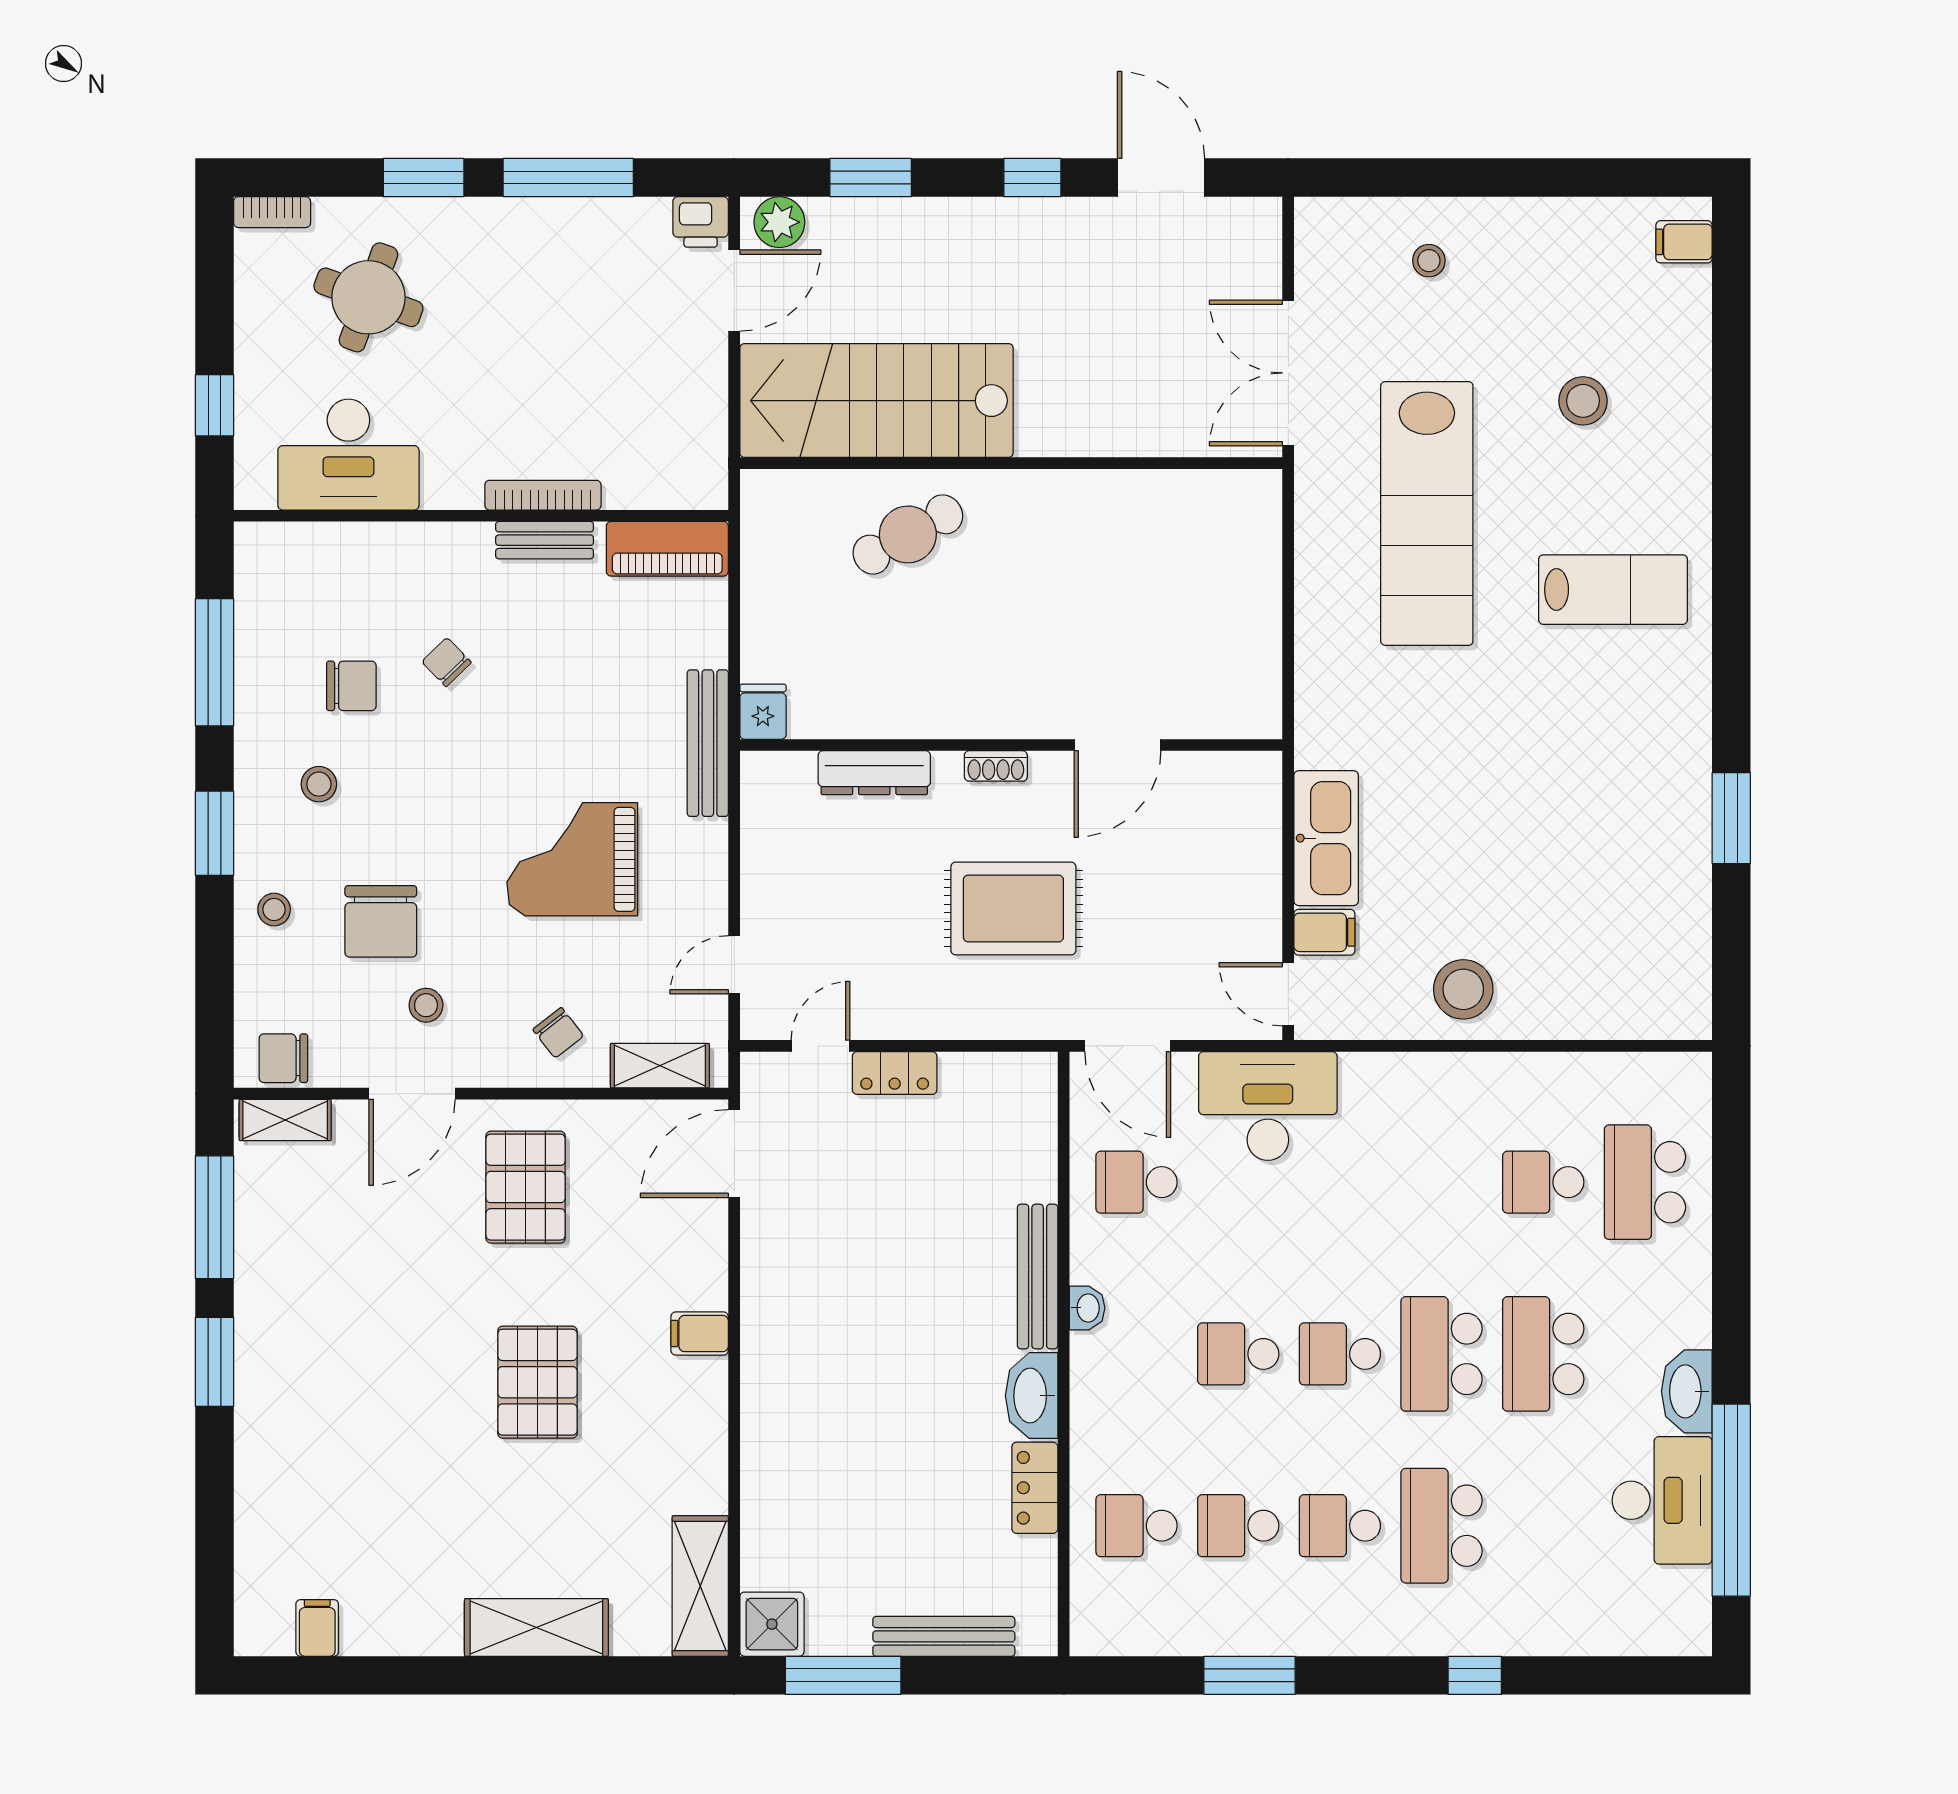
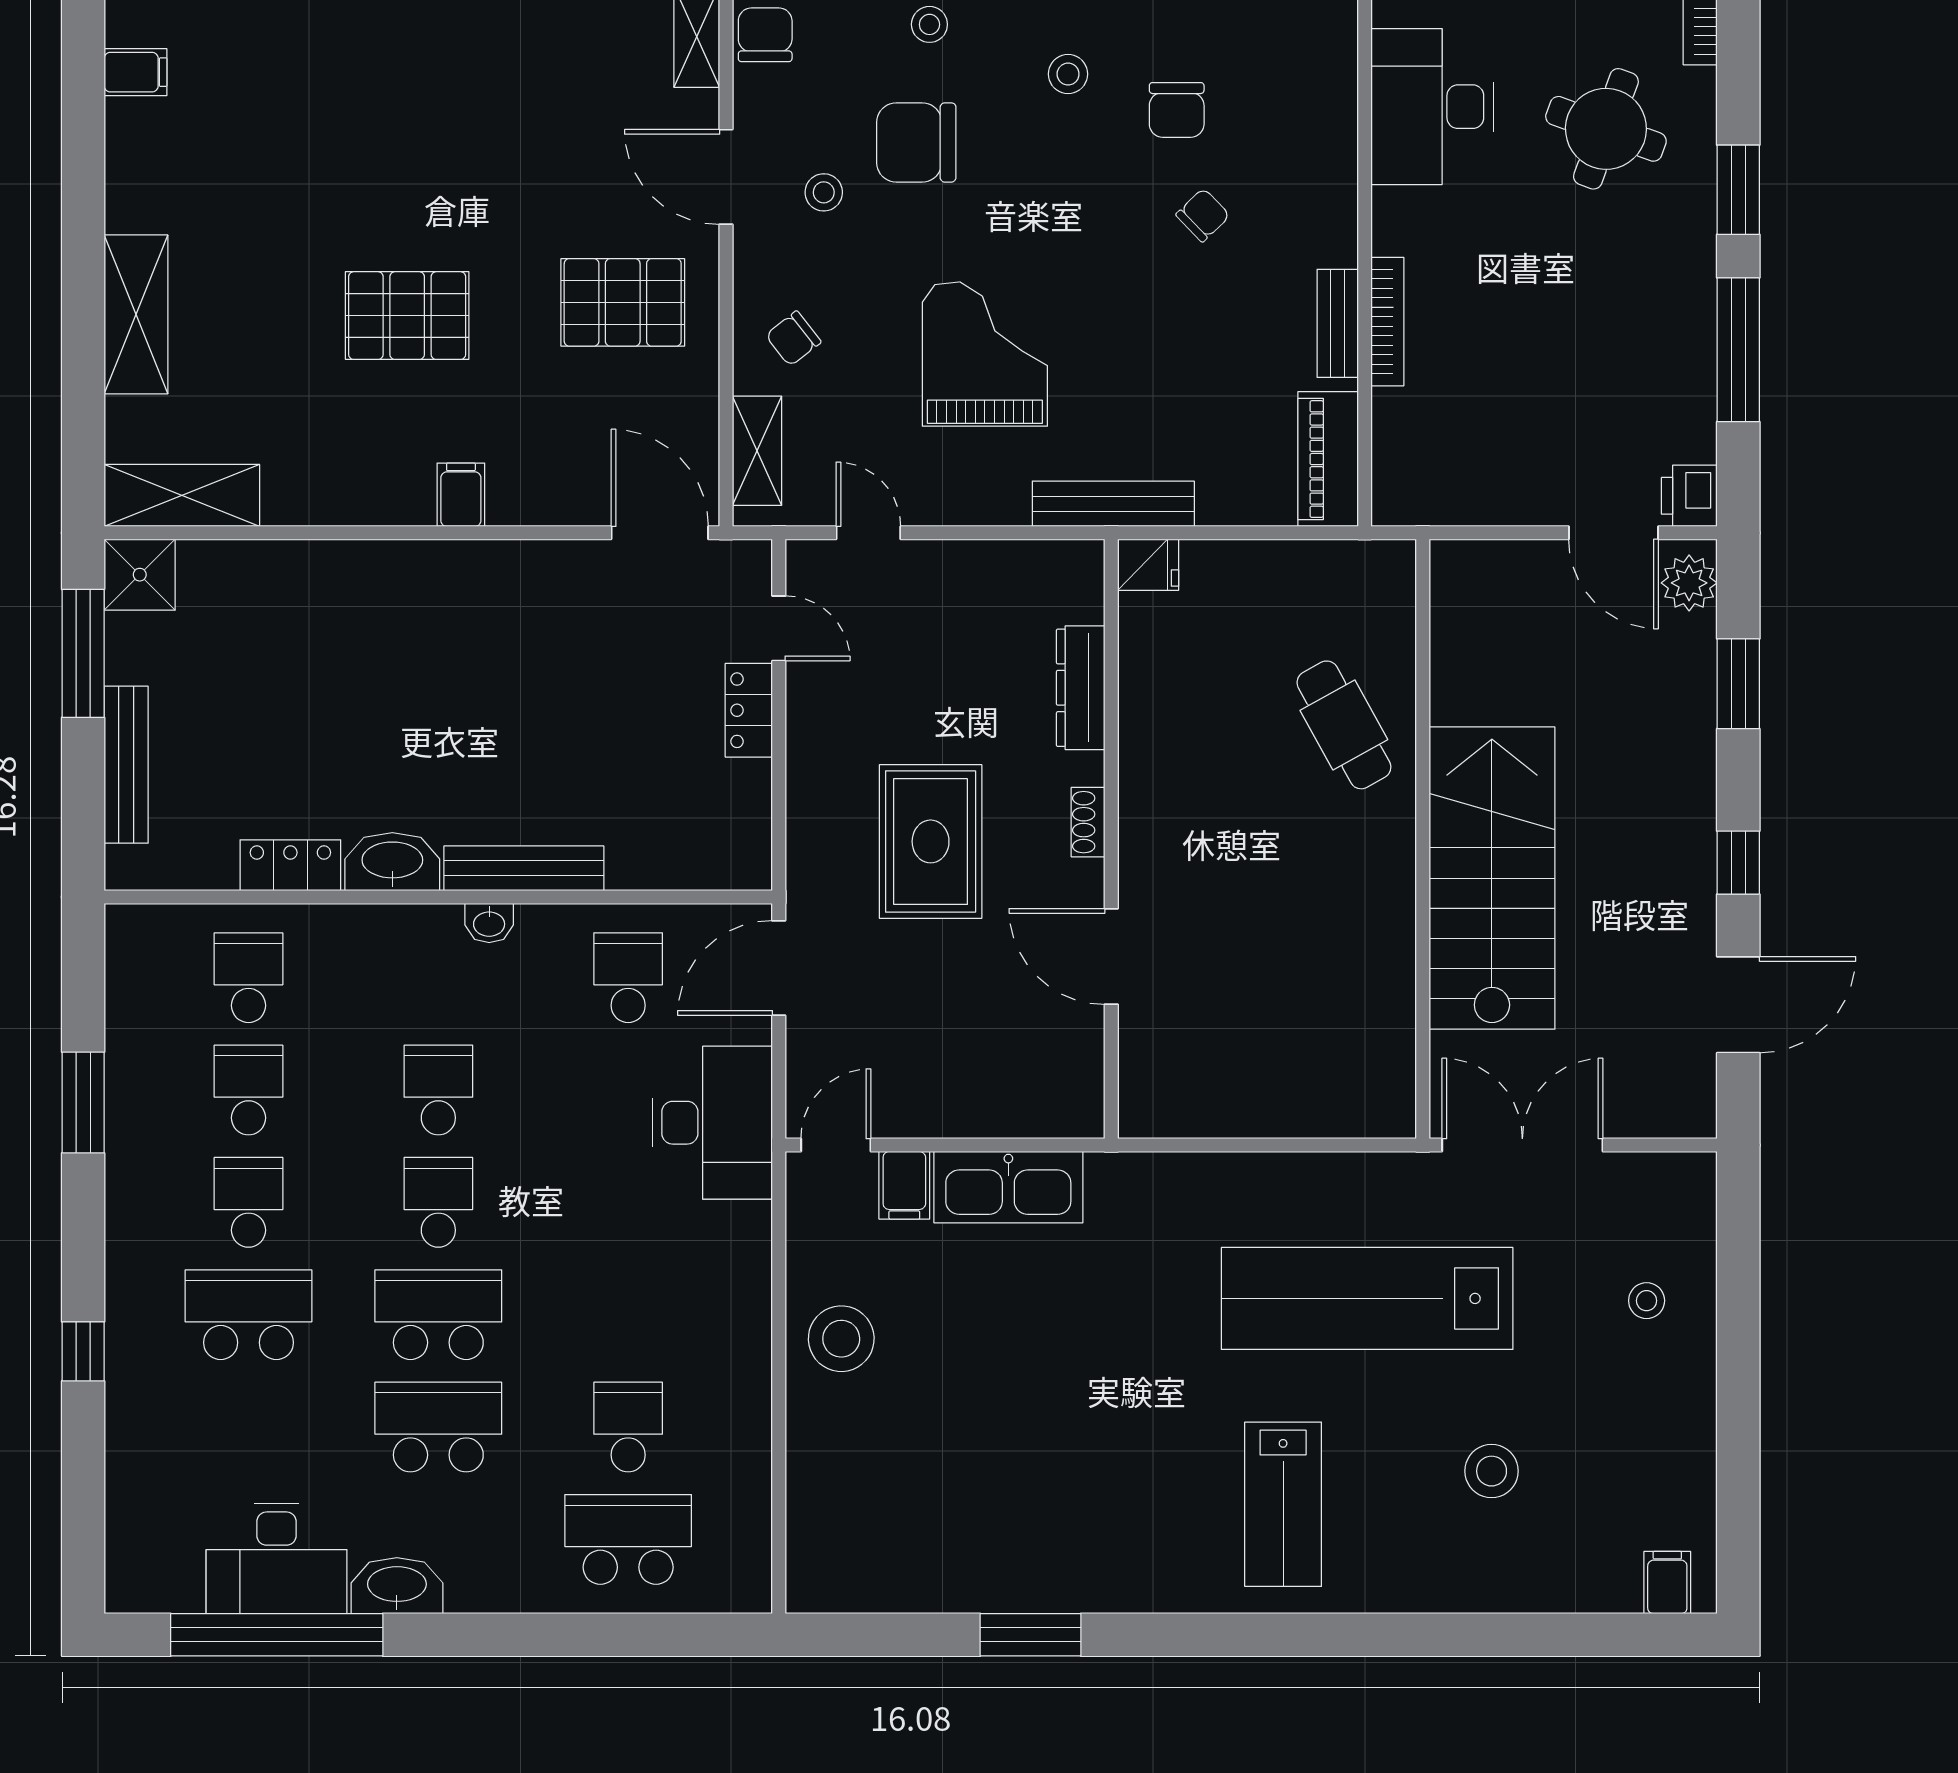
stairs: (876, 401) -> (1492, 878), moved

